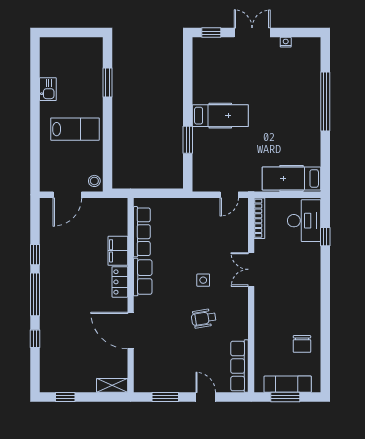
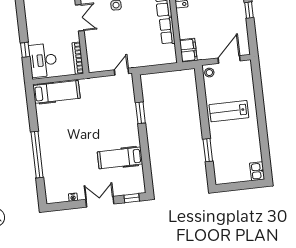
double door: (252, 33) -> (100, 202), swing flipped
kitchen sink: (48, 89) -> (257, 171), moved
hospital bed: (220, 116) -> (120, 158), moved
door: (229, 195) -> (122, 72), moved
row of seats: (142, 232) -> (167, 31), width x0.68
filing cabinet: (118, 251) -> (188, 50), moved

